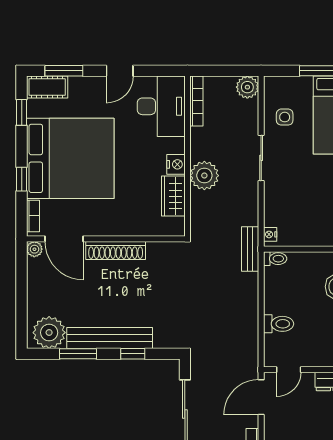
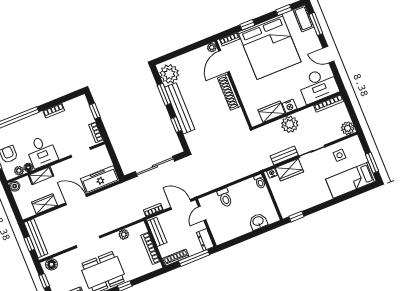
wardrobe: (276, 205) -> (289, 170), added
bench: (250, 249) -> (284, 156), moved
door: (289, 370) -> (202, 213), hinge flipped

